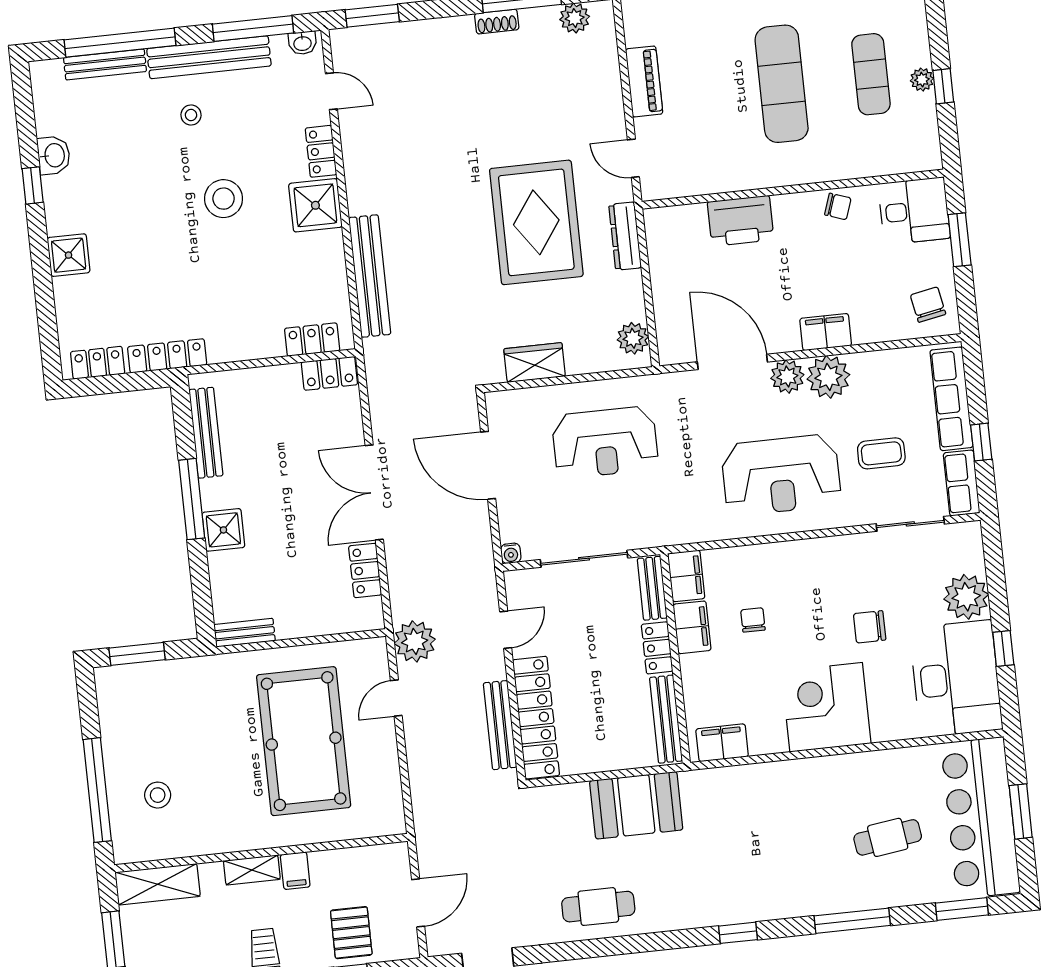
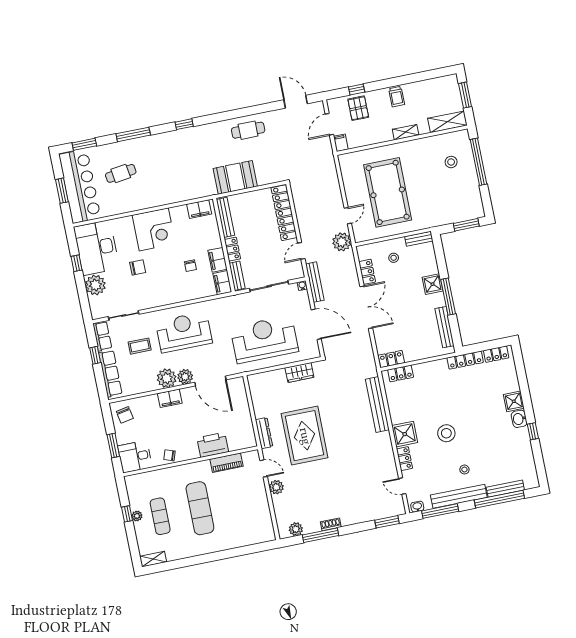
piano: (644, 81) -> (227, 463), moved, turned -90
washbasin: (54, 155) -> (519, 419), moved
plant: (633, 338) -> (276, 487), moved
reception desk: (605, 442) -> (264, 339), width x1.36, depth x1.30
stool: (304, 596) -> (394, 258), added
bench: (500, 725) -> (315, 282), moved
filing cabinet: (295, 871) -> (341, 143), moved

